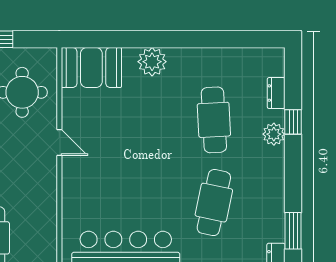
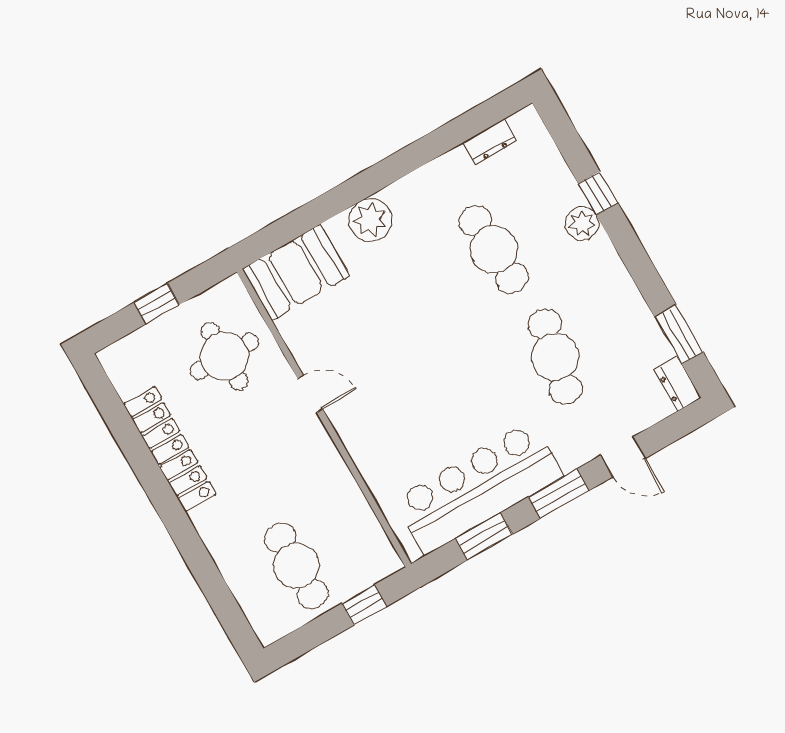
dresser: (276, 93) -> (490, 142), moved, turned -90

